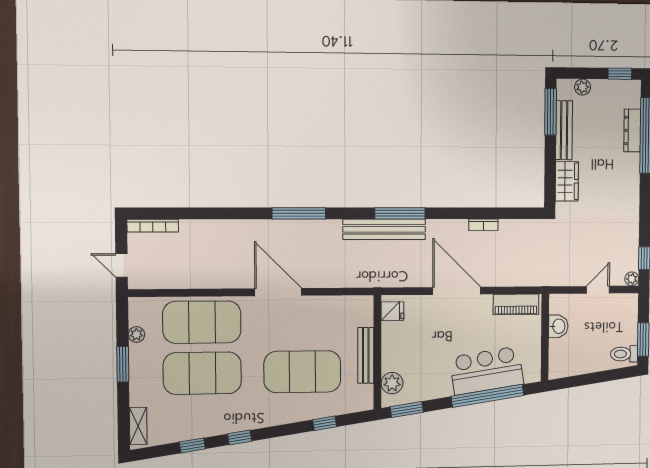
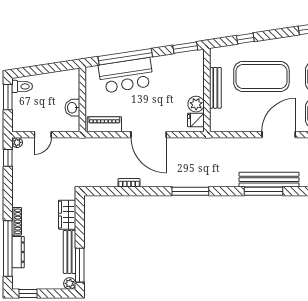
plant: (583, 87) -> (70, 283), moved
shoe rack: (634, 172) -> (17, 221), added
bench: (384, 229) -> (269, 180), moved
door: (278, 292) -> (279, 135), swing flipped
plant: (392, 383) -> (196, 104), moved

